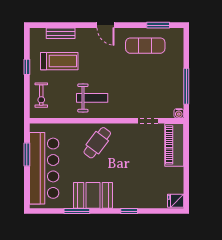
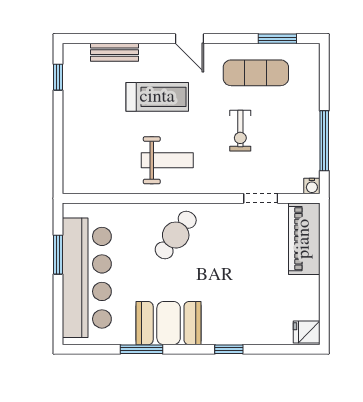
treadmill: (59, 61) -> (157, 97), moved
window: (27, 67) -> (58, 77), moved
exercise bike: (41, 95) -> (240, 131), moved

